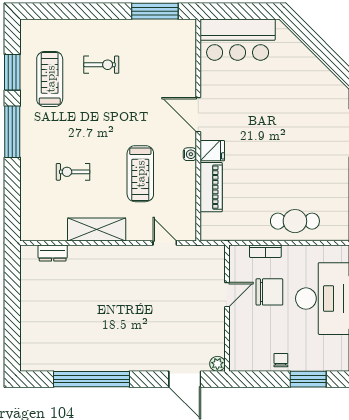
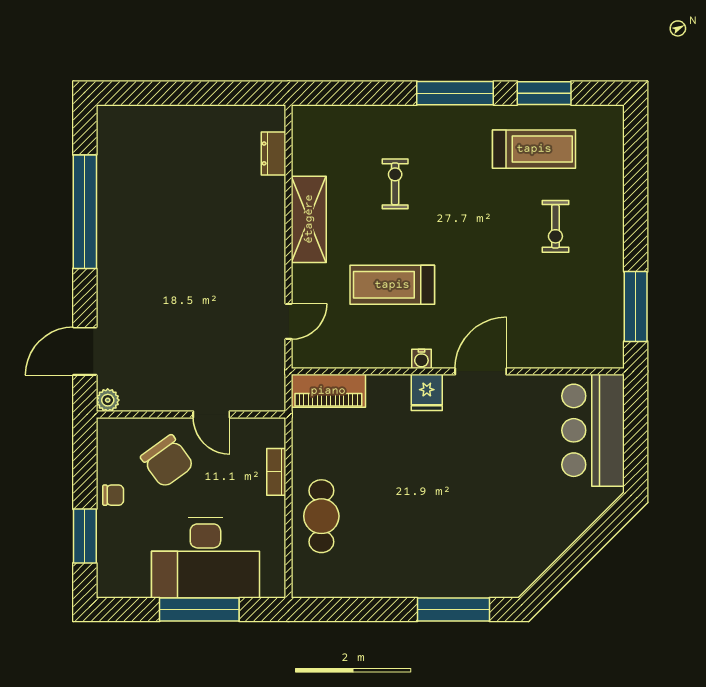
piano: (211, 187) -> (328, 391), moved
chair: (269, 292) -> (167, 461), moved, turned -36

